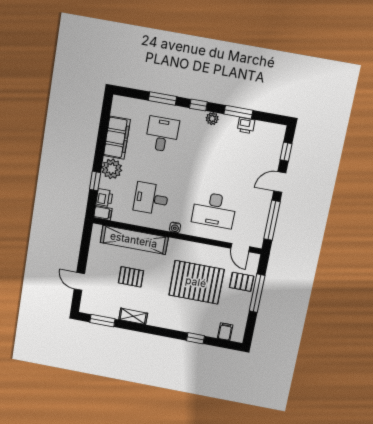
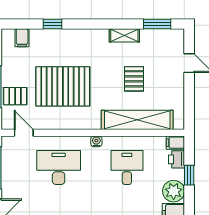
desk: (151, 198) -> (127, 168), turned -90
pallet: (131, 277) -> (134, 79), turned 90

